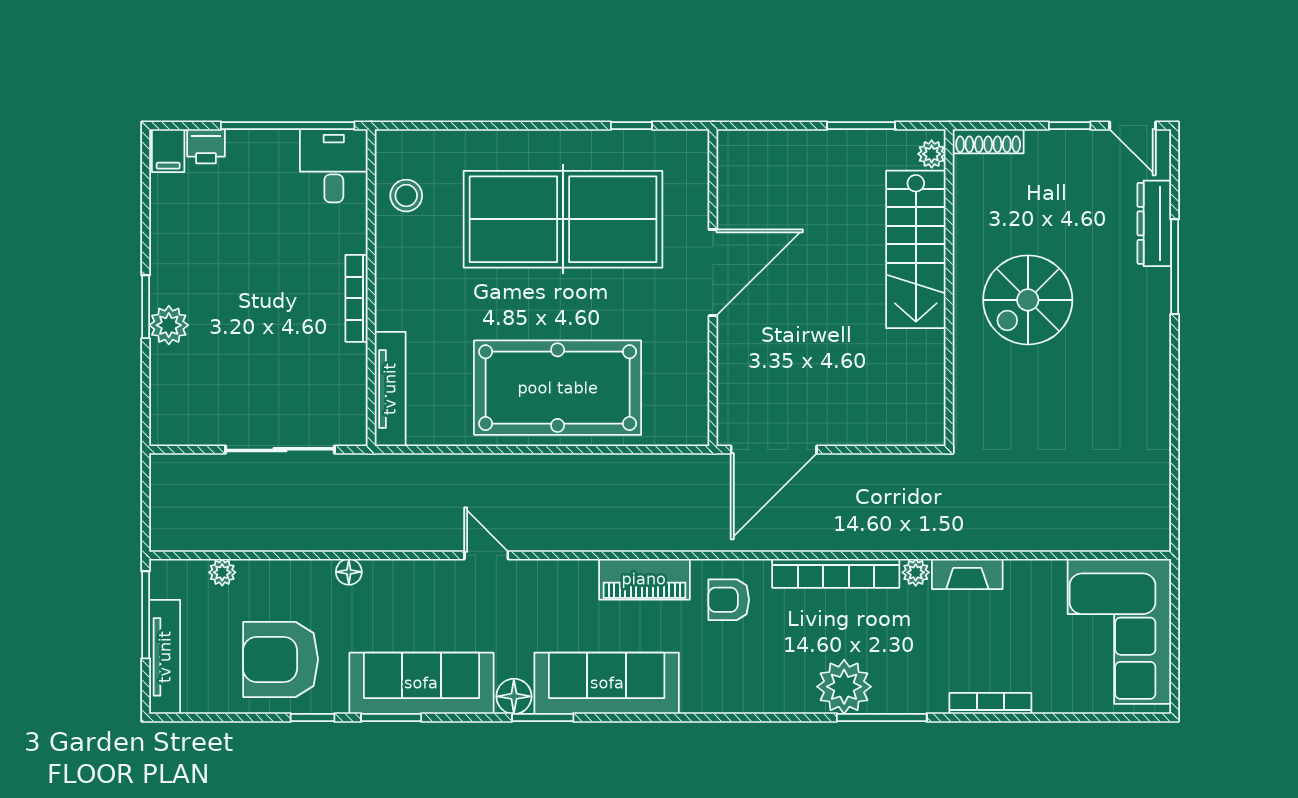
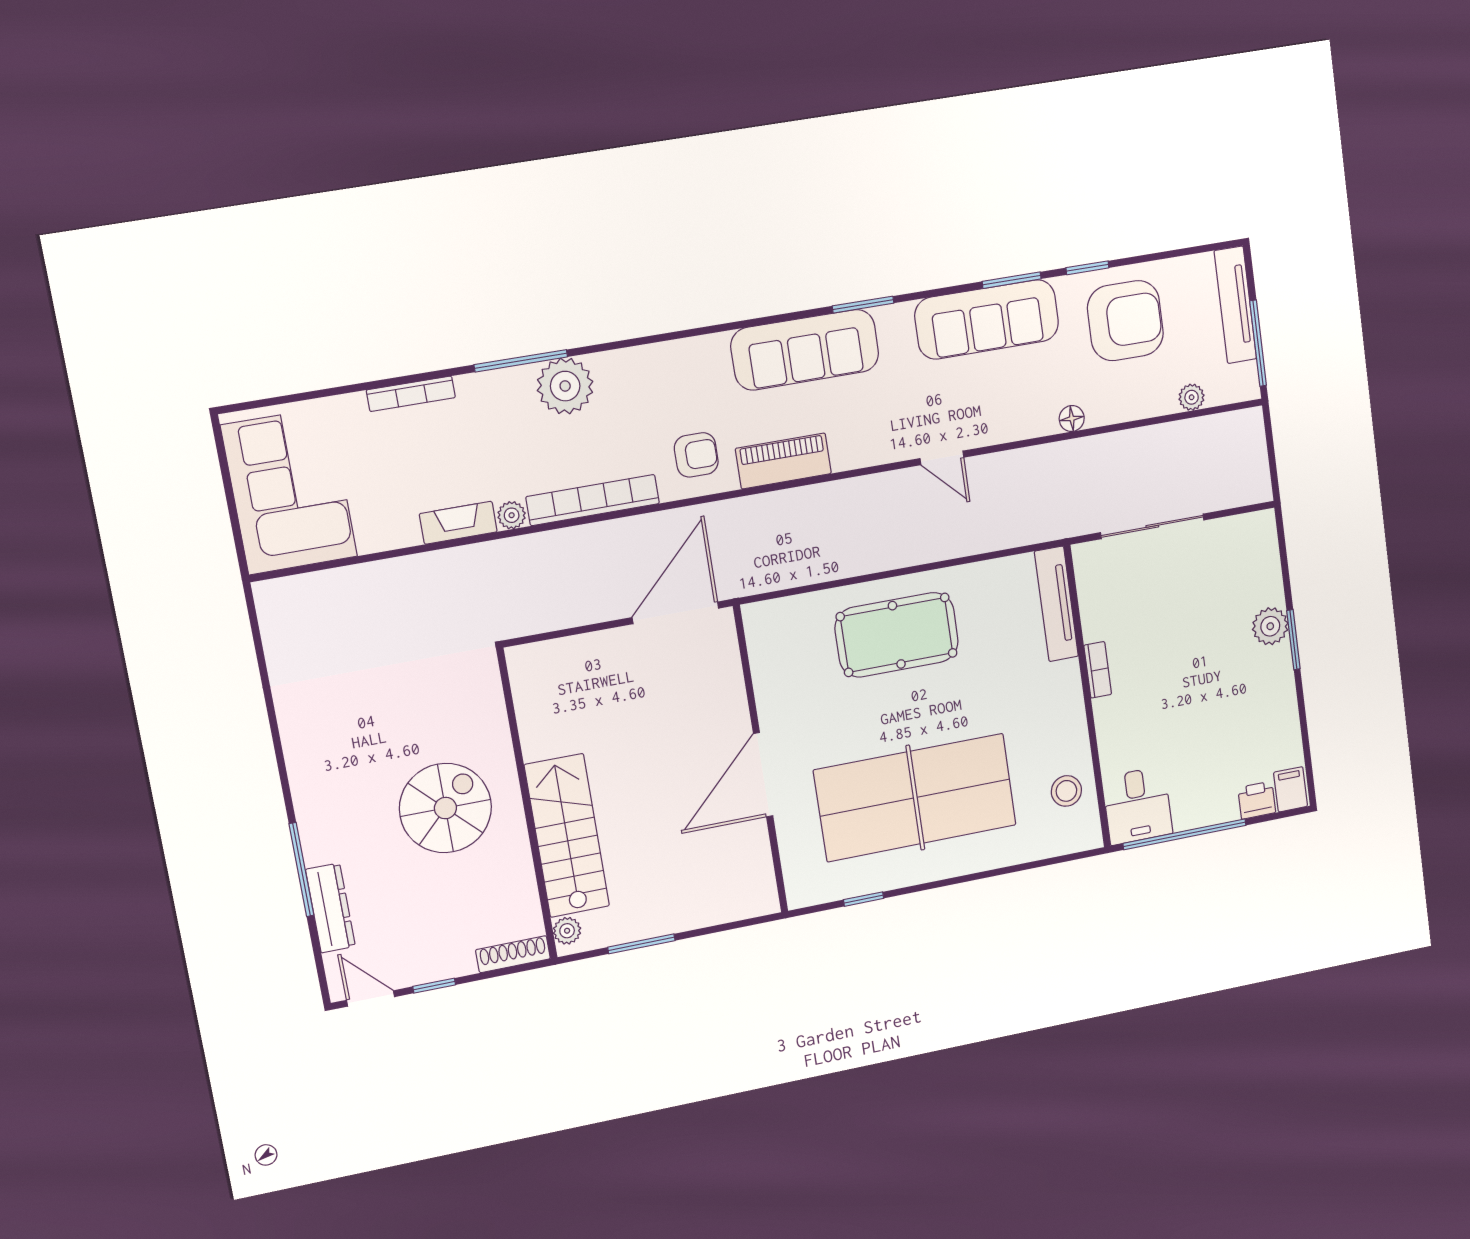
bookcase: (357, 298) -> (1098, 670), width x0.64
pool table: (558, 388) -> (897, 635), width x0.73, depth x0.76
floor lamp: (514, 696) -> (895, 321), removed

